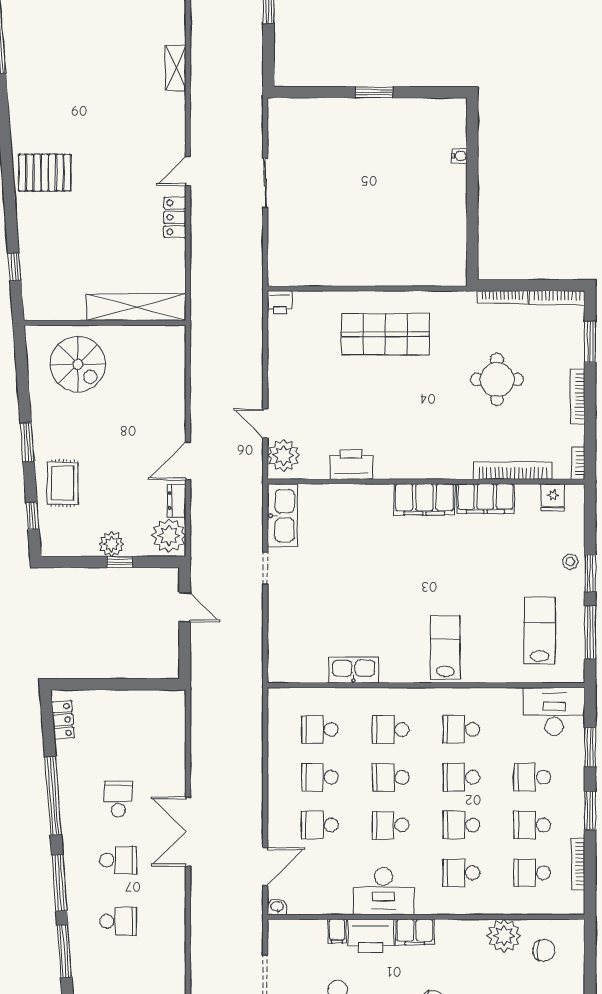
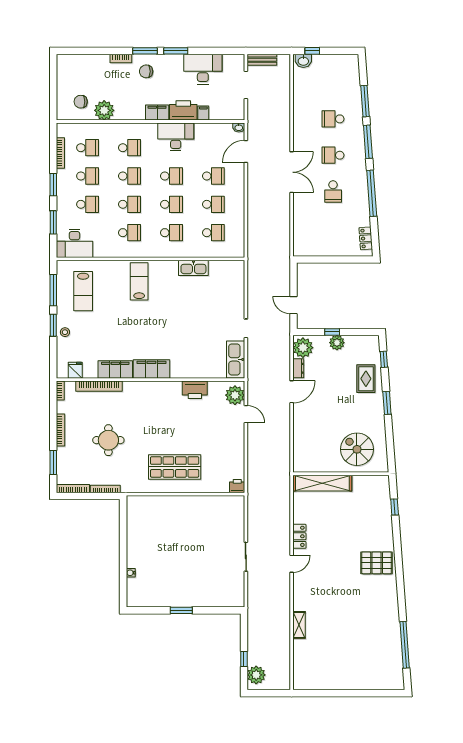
lab bench: (445, 647) -> (139, 281), turned 180

